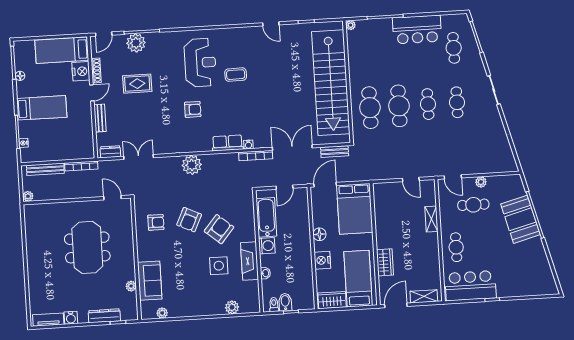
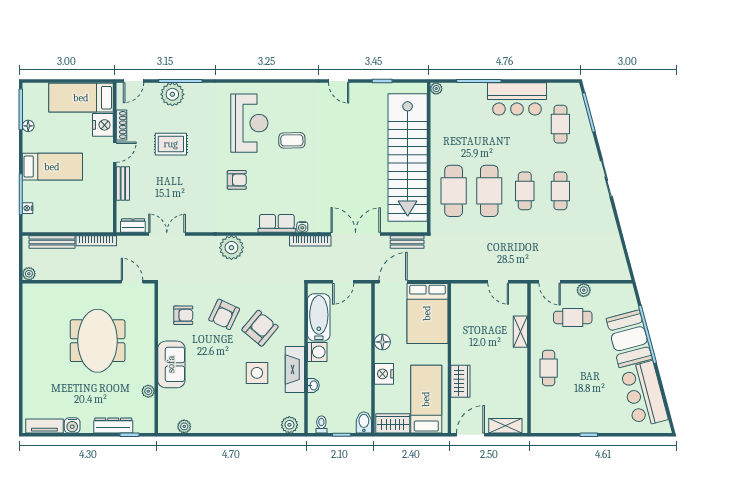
sofa: (150, 281) -> (171, 364), moved
bar counter: (471, 286) -> (644, 394), moved, turned -105
bidet: (285, 302) -> (364, 422), moved
plant: (232, 307) -> (289, 425), moved

